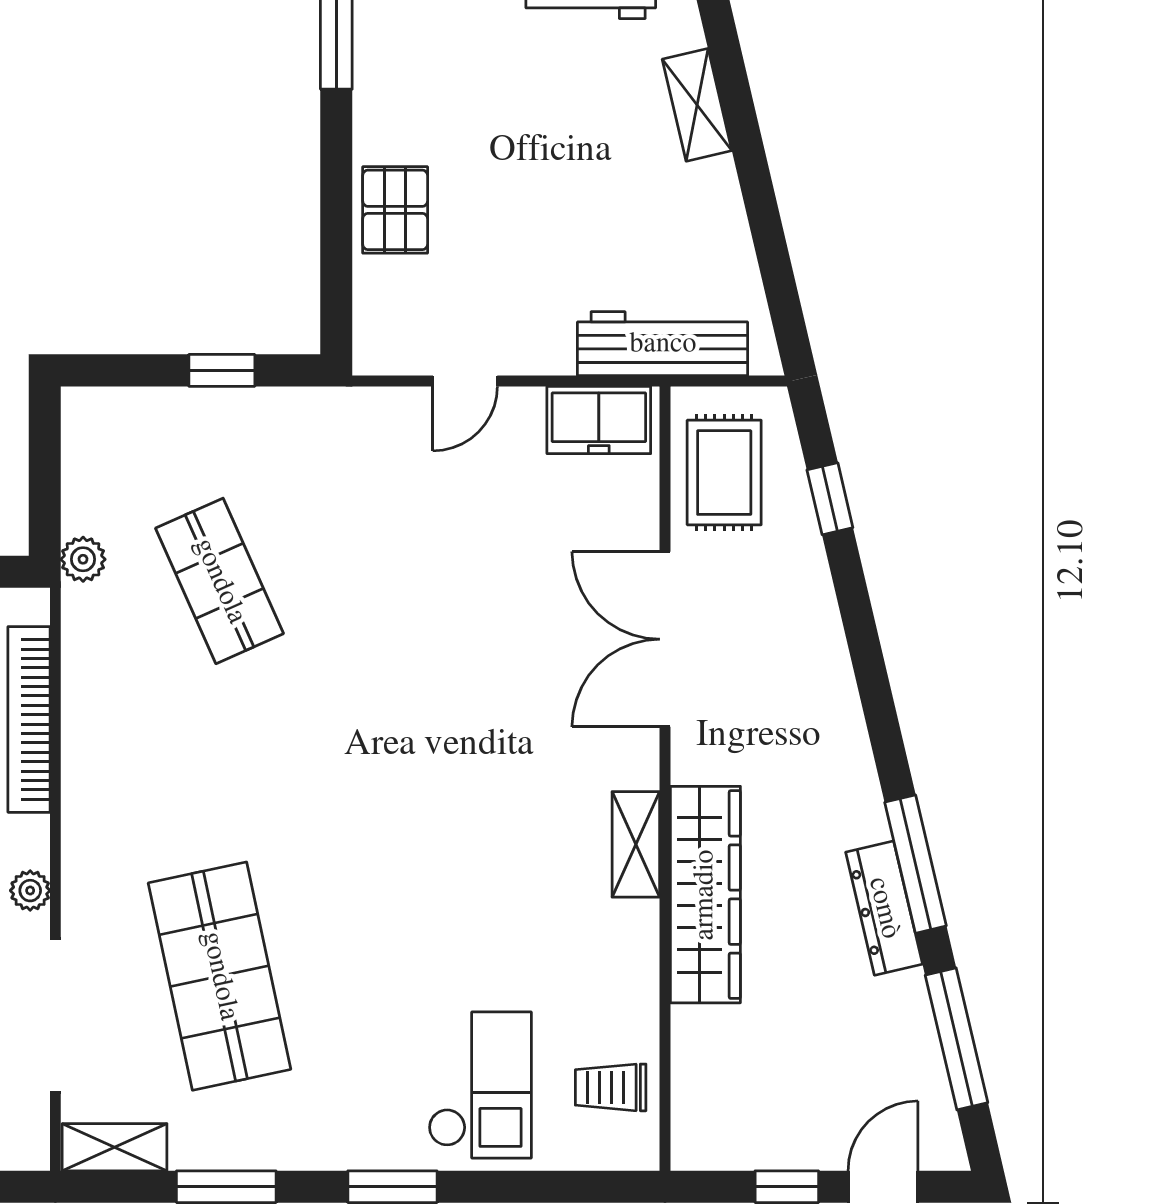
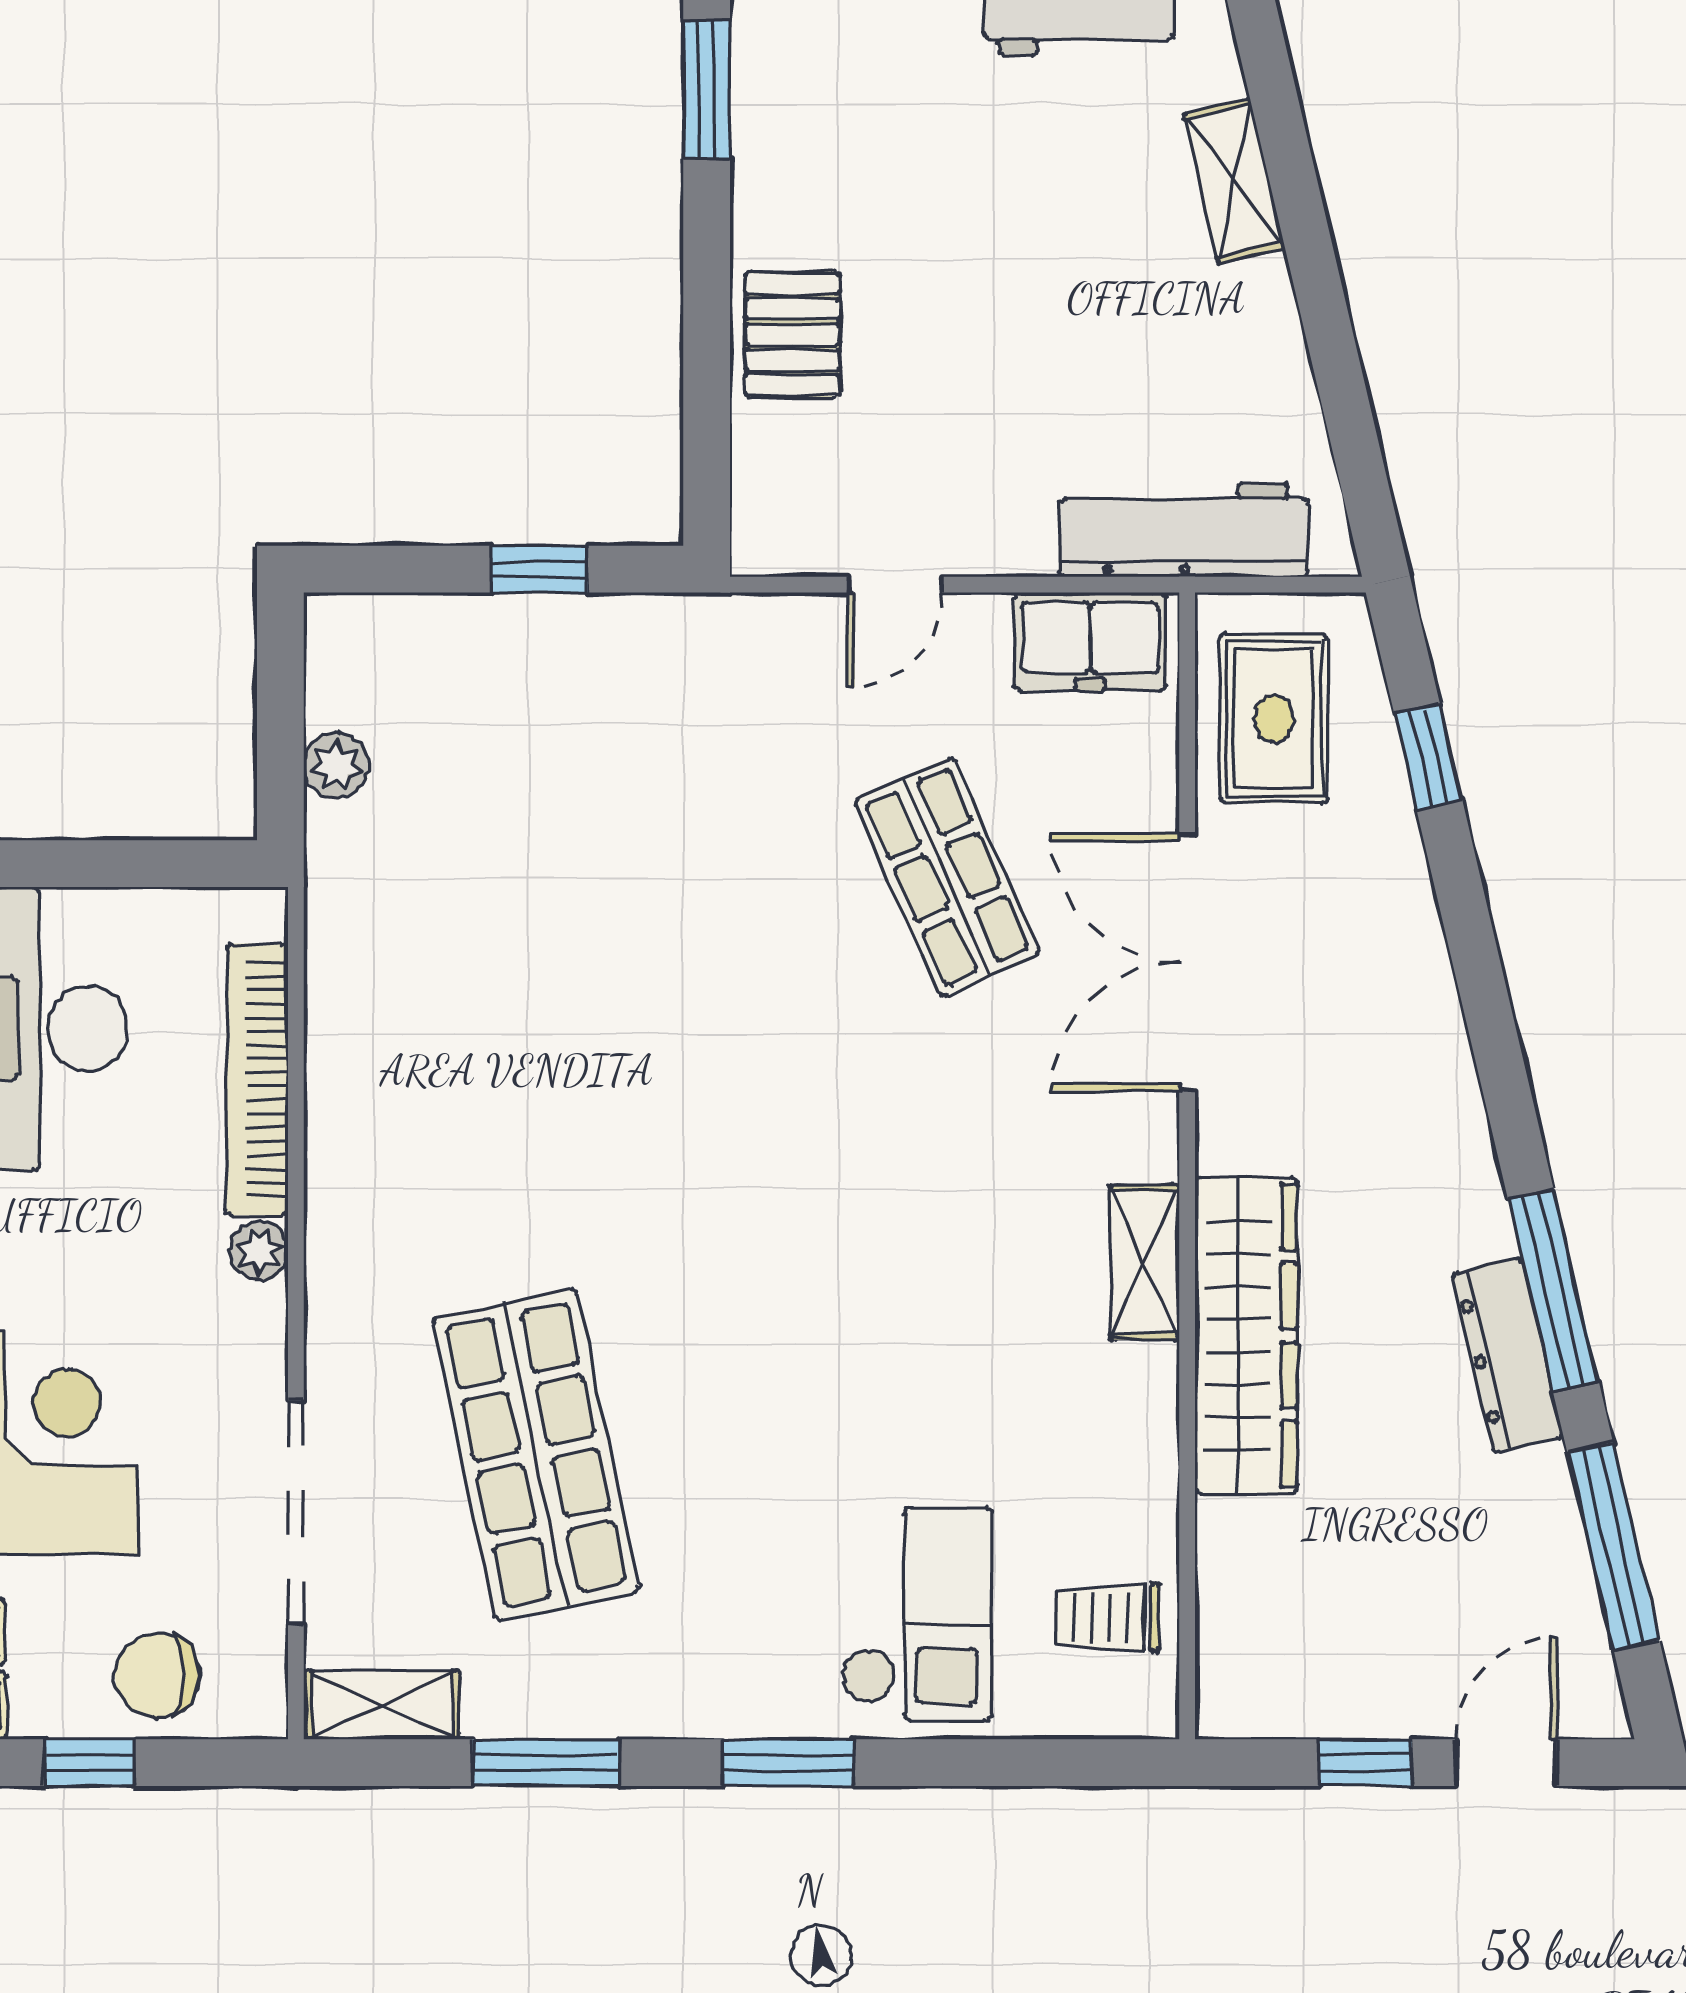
plant: (83, 559) -> (336, 766), moved
shop shelf: (220, 581) -> (947, 877), moved
plant: (30, 891) -> (259, 1251), moved

